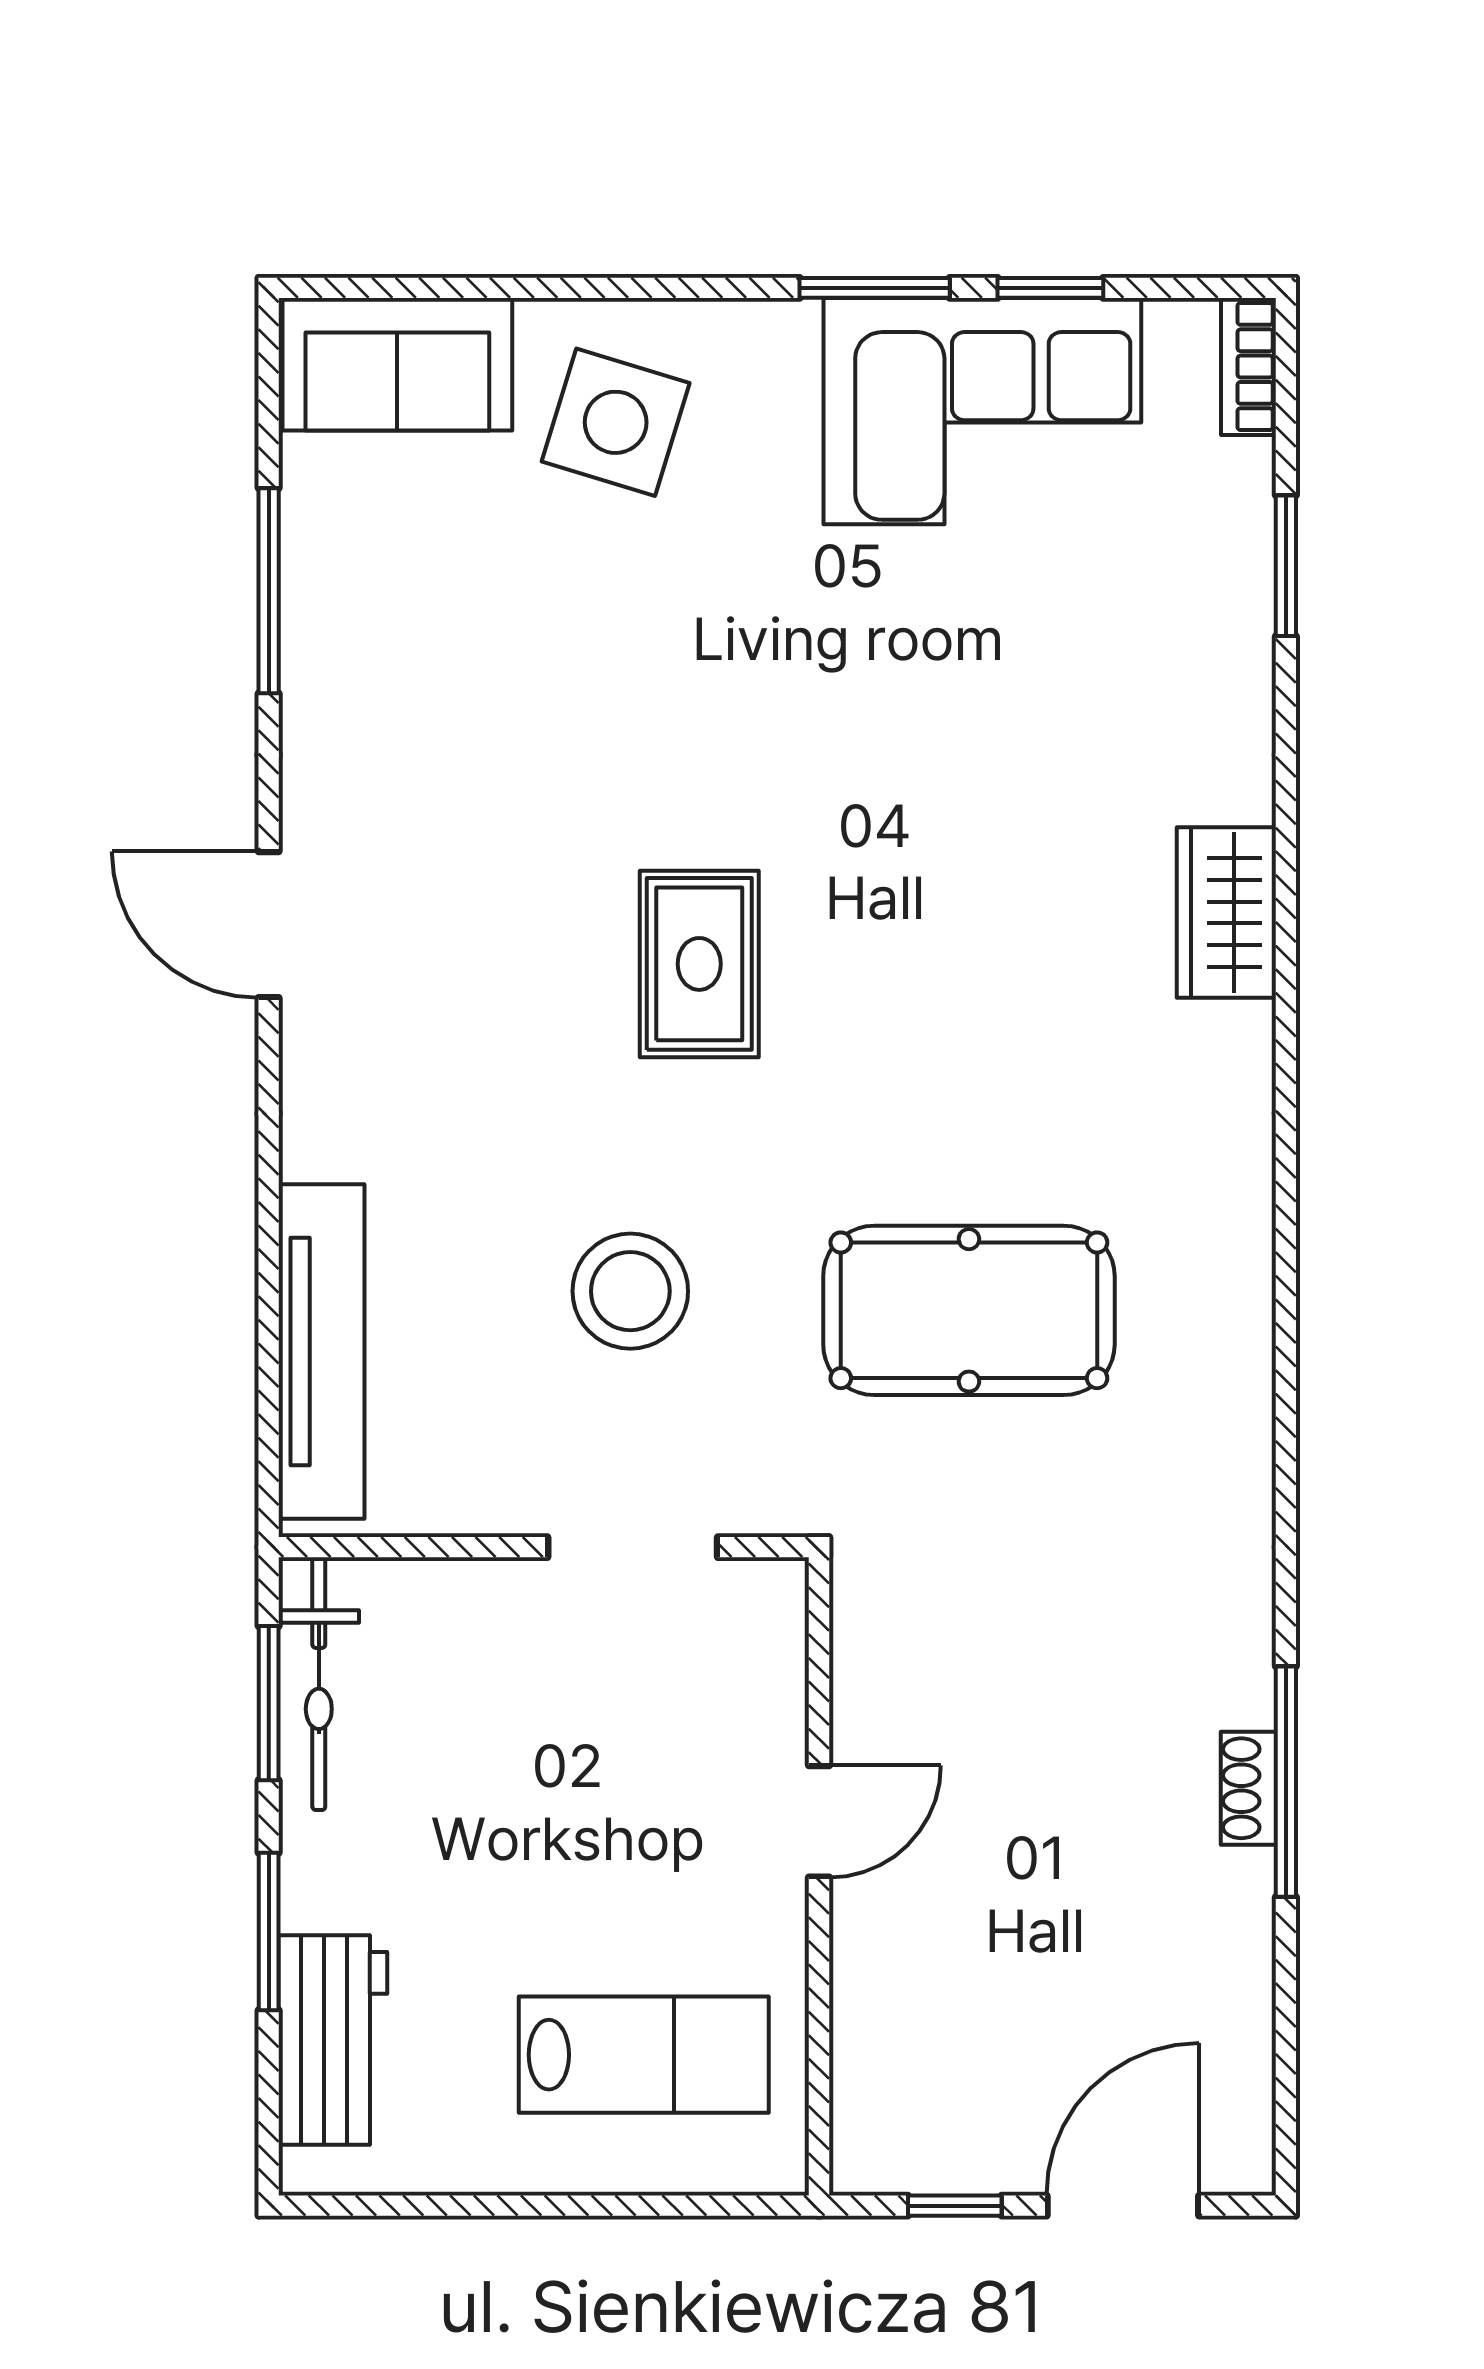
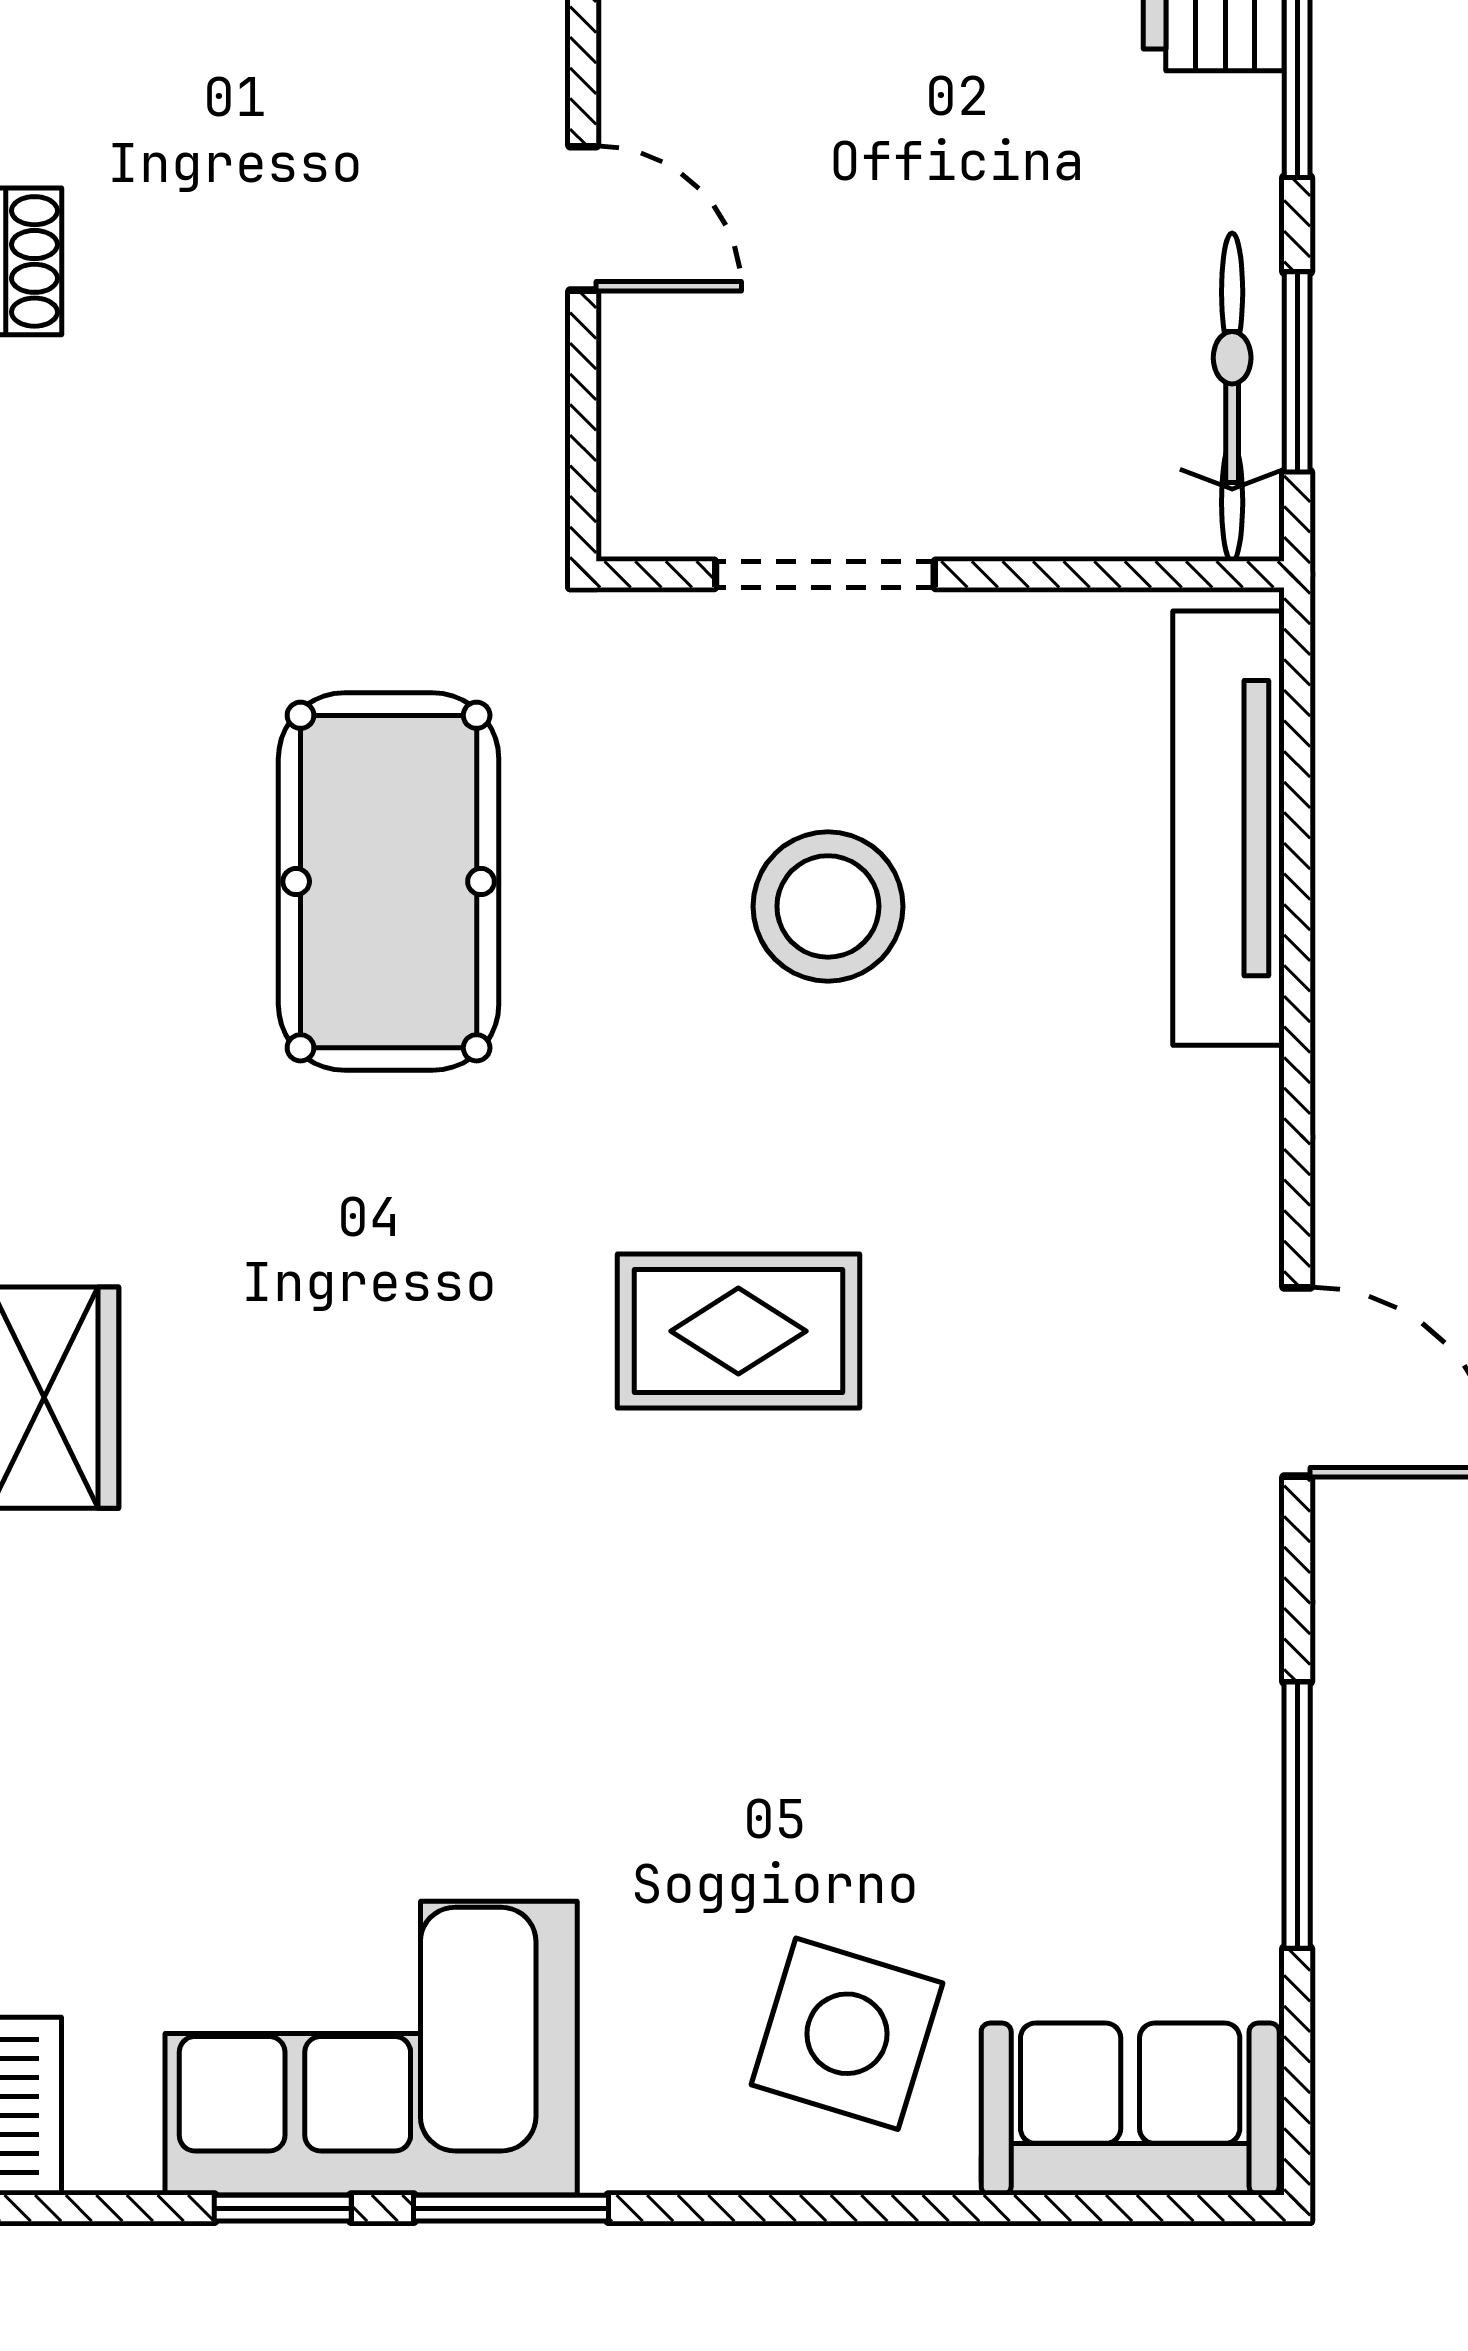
rug: (699, 964) -> (738, 1331), turned 90
pool table: (969, 1310) -> (389, 882), turned 90
door: (819, 1821) -> (583, 218), swing flipped

